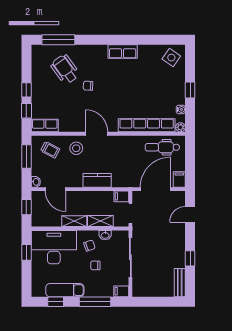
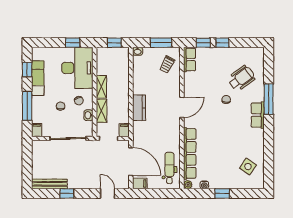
window: (58, 40) -> (269, 99), moved
row of seats: (123, 52) -> (258, 115), moved
side table: (171, 58) -> (248, 166), moved
stool: (76, 148) -> (169, 89), removed
door: (55, 189) -> (131, 69), removed
bench: (180, 283) -> (49, 184), width x1.36

